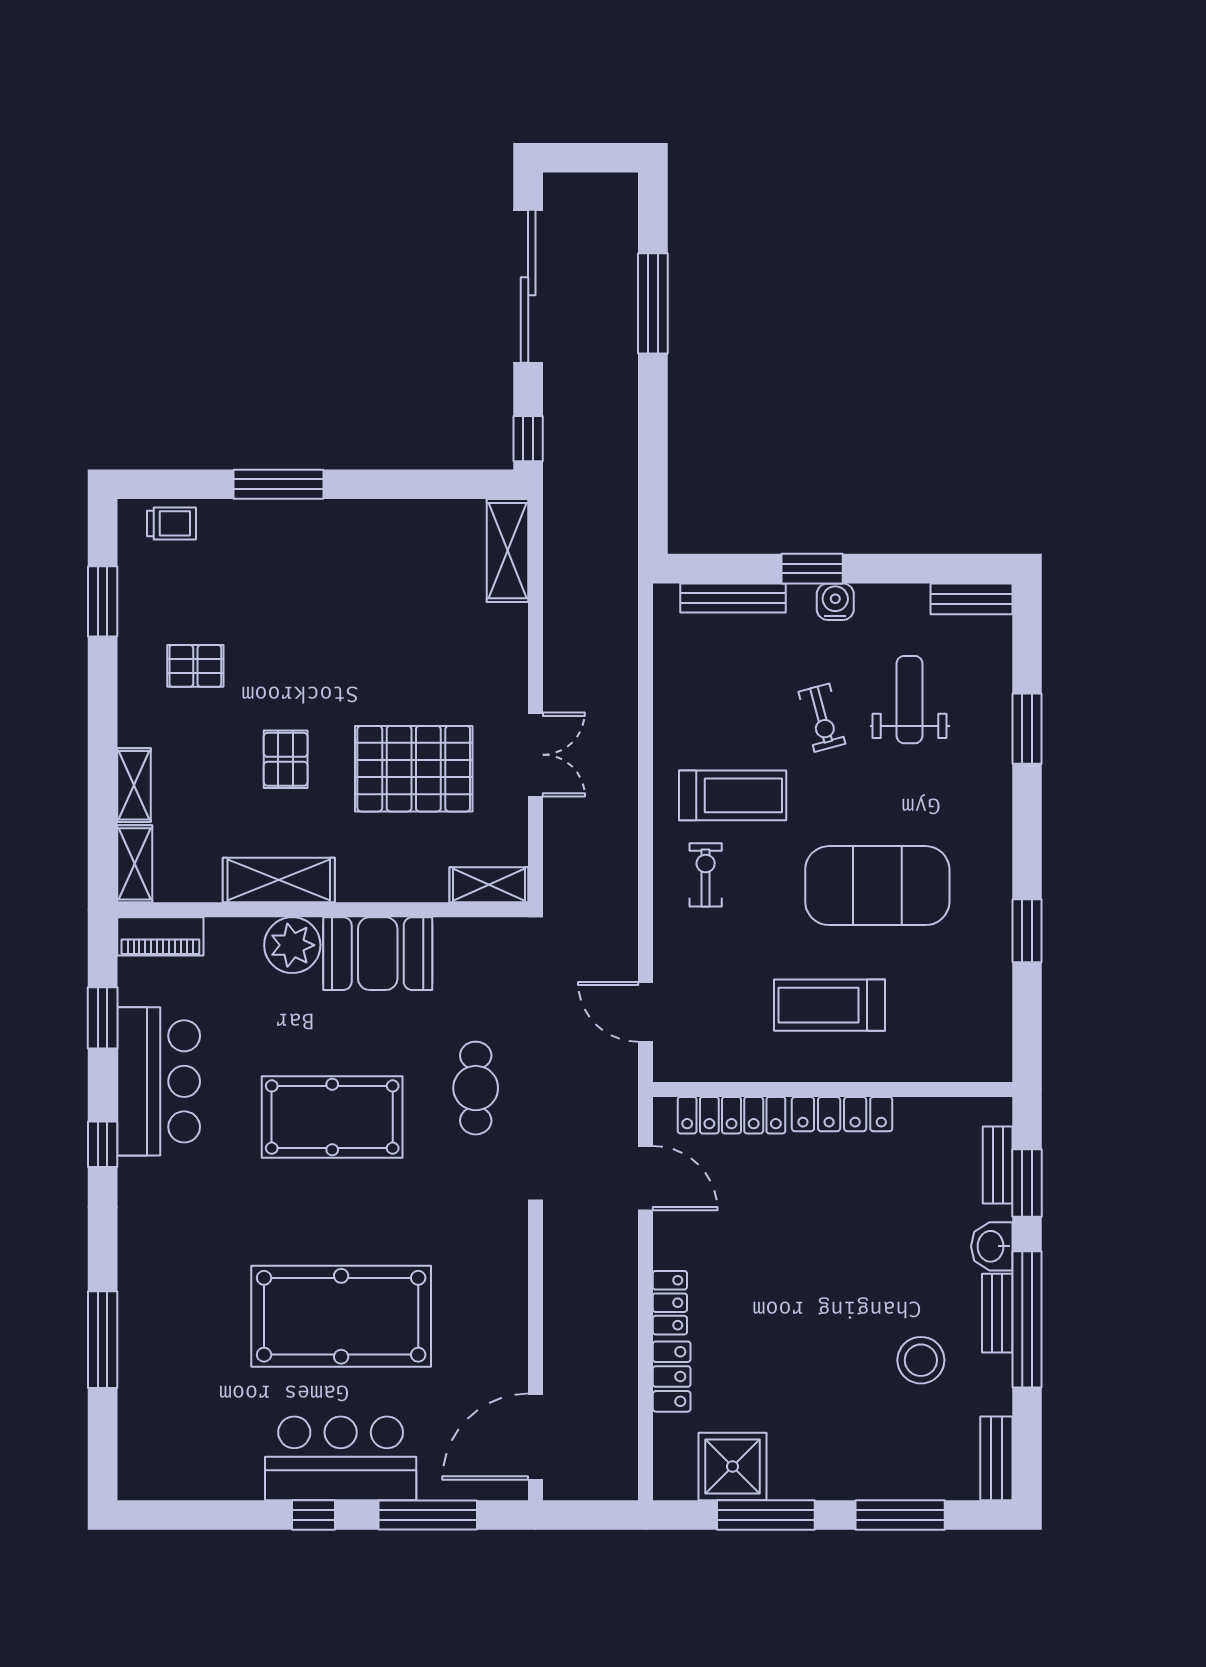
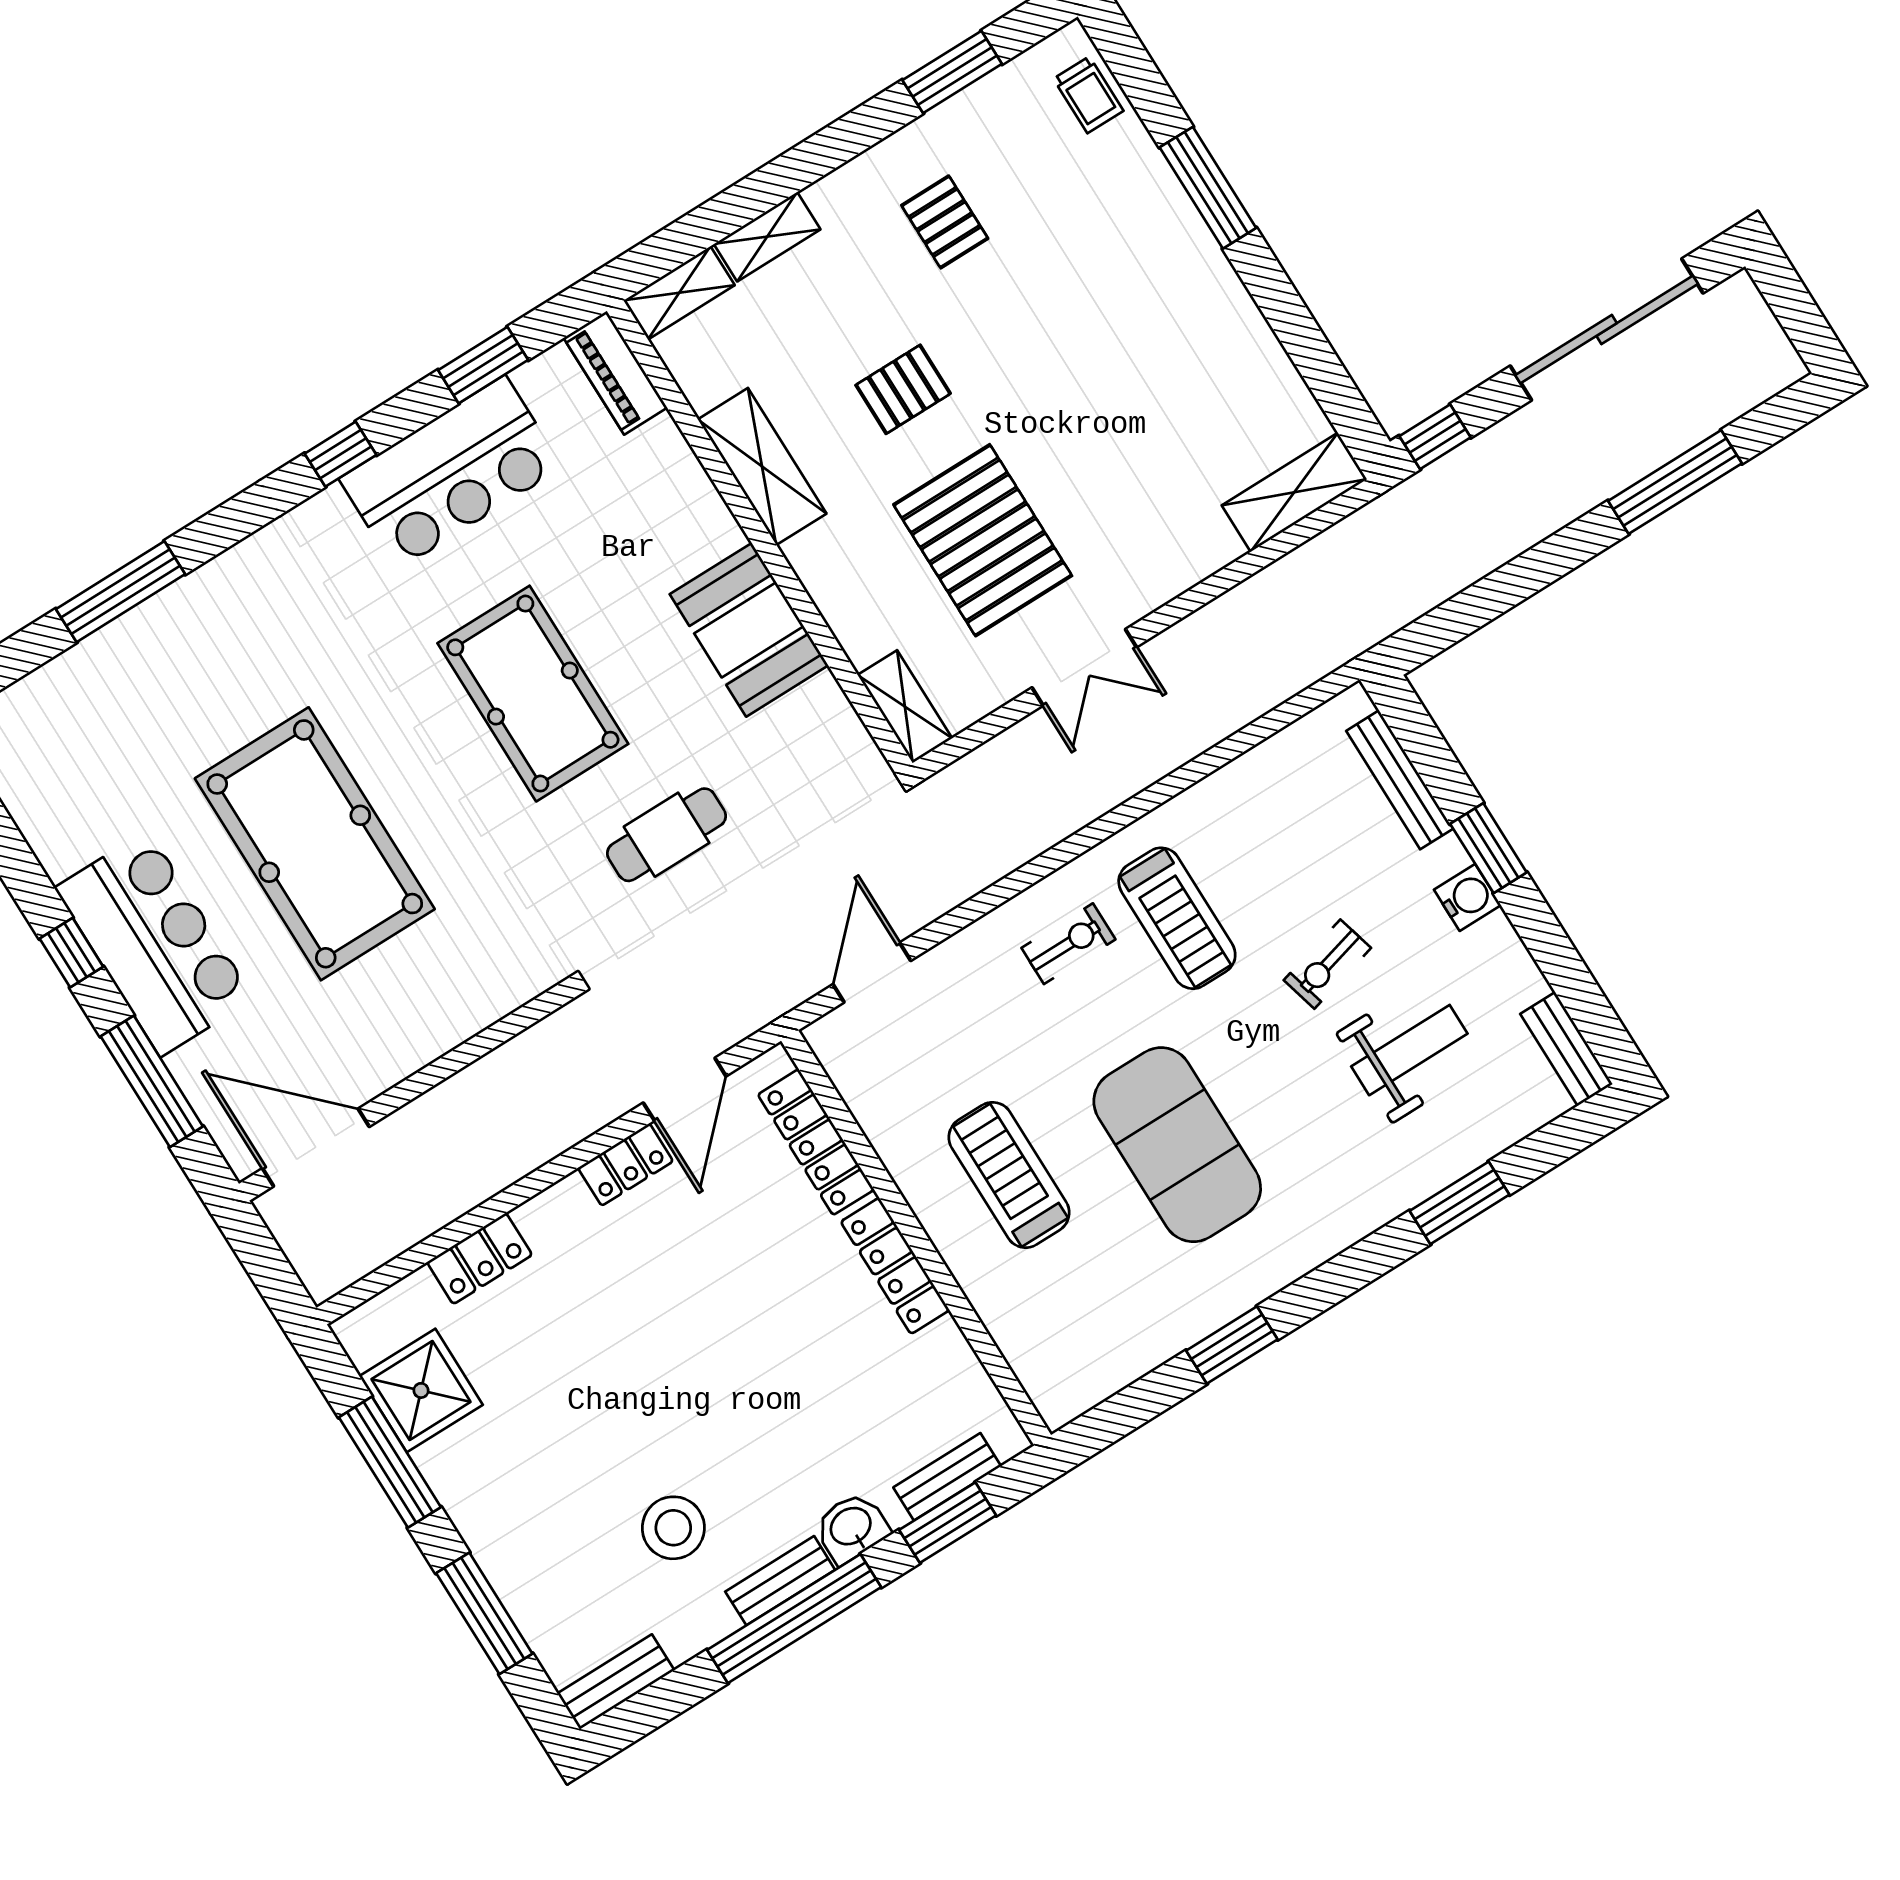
plant: (292, 945) -> (698, 528), removed
locker: (670, 1303) -> (625, 1165), moved

